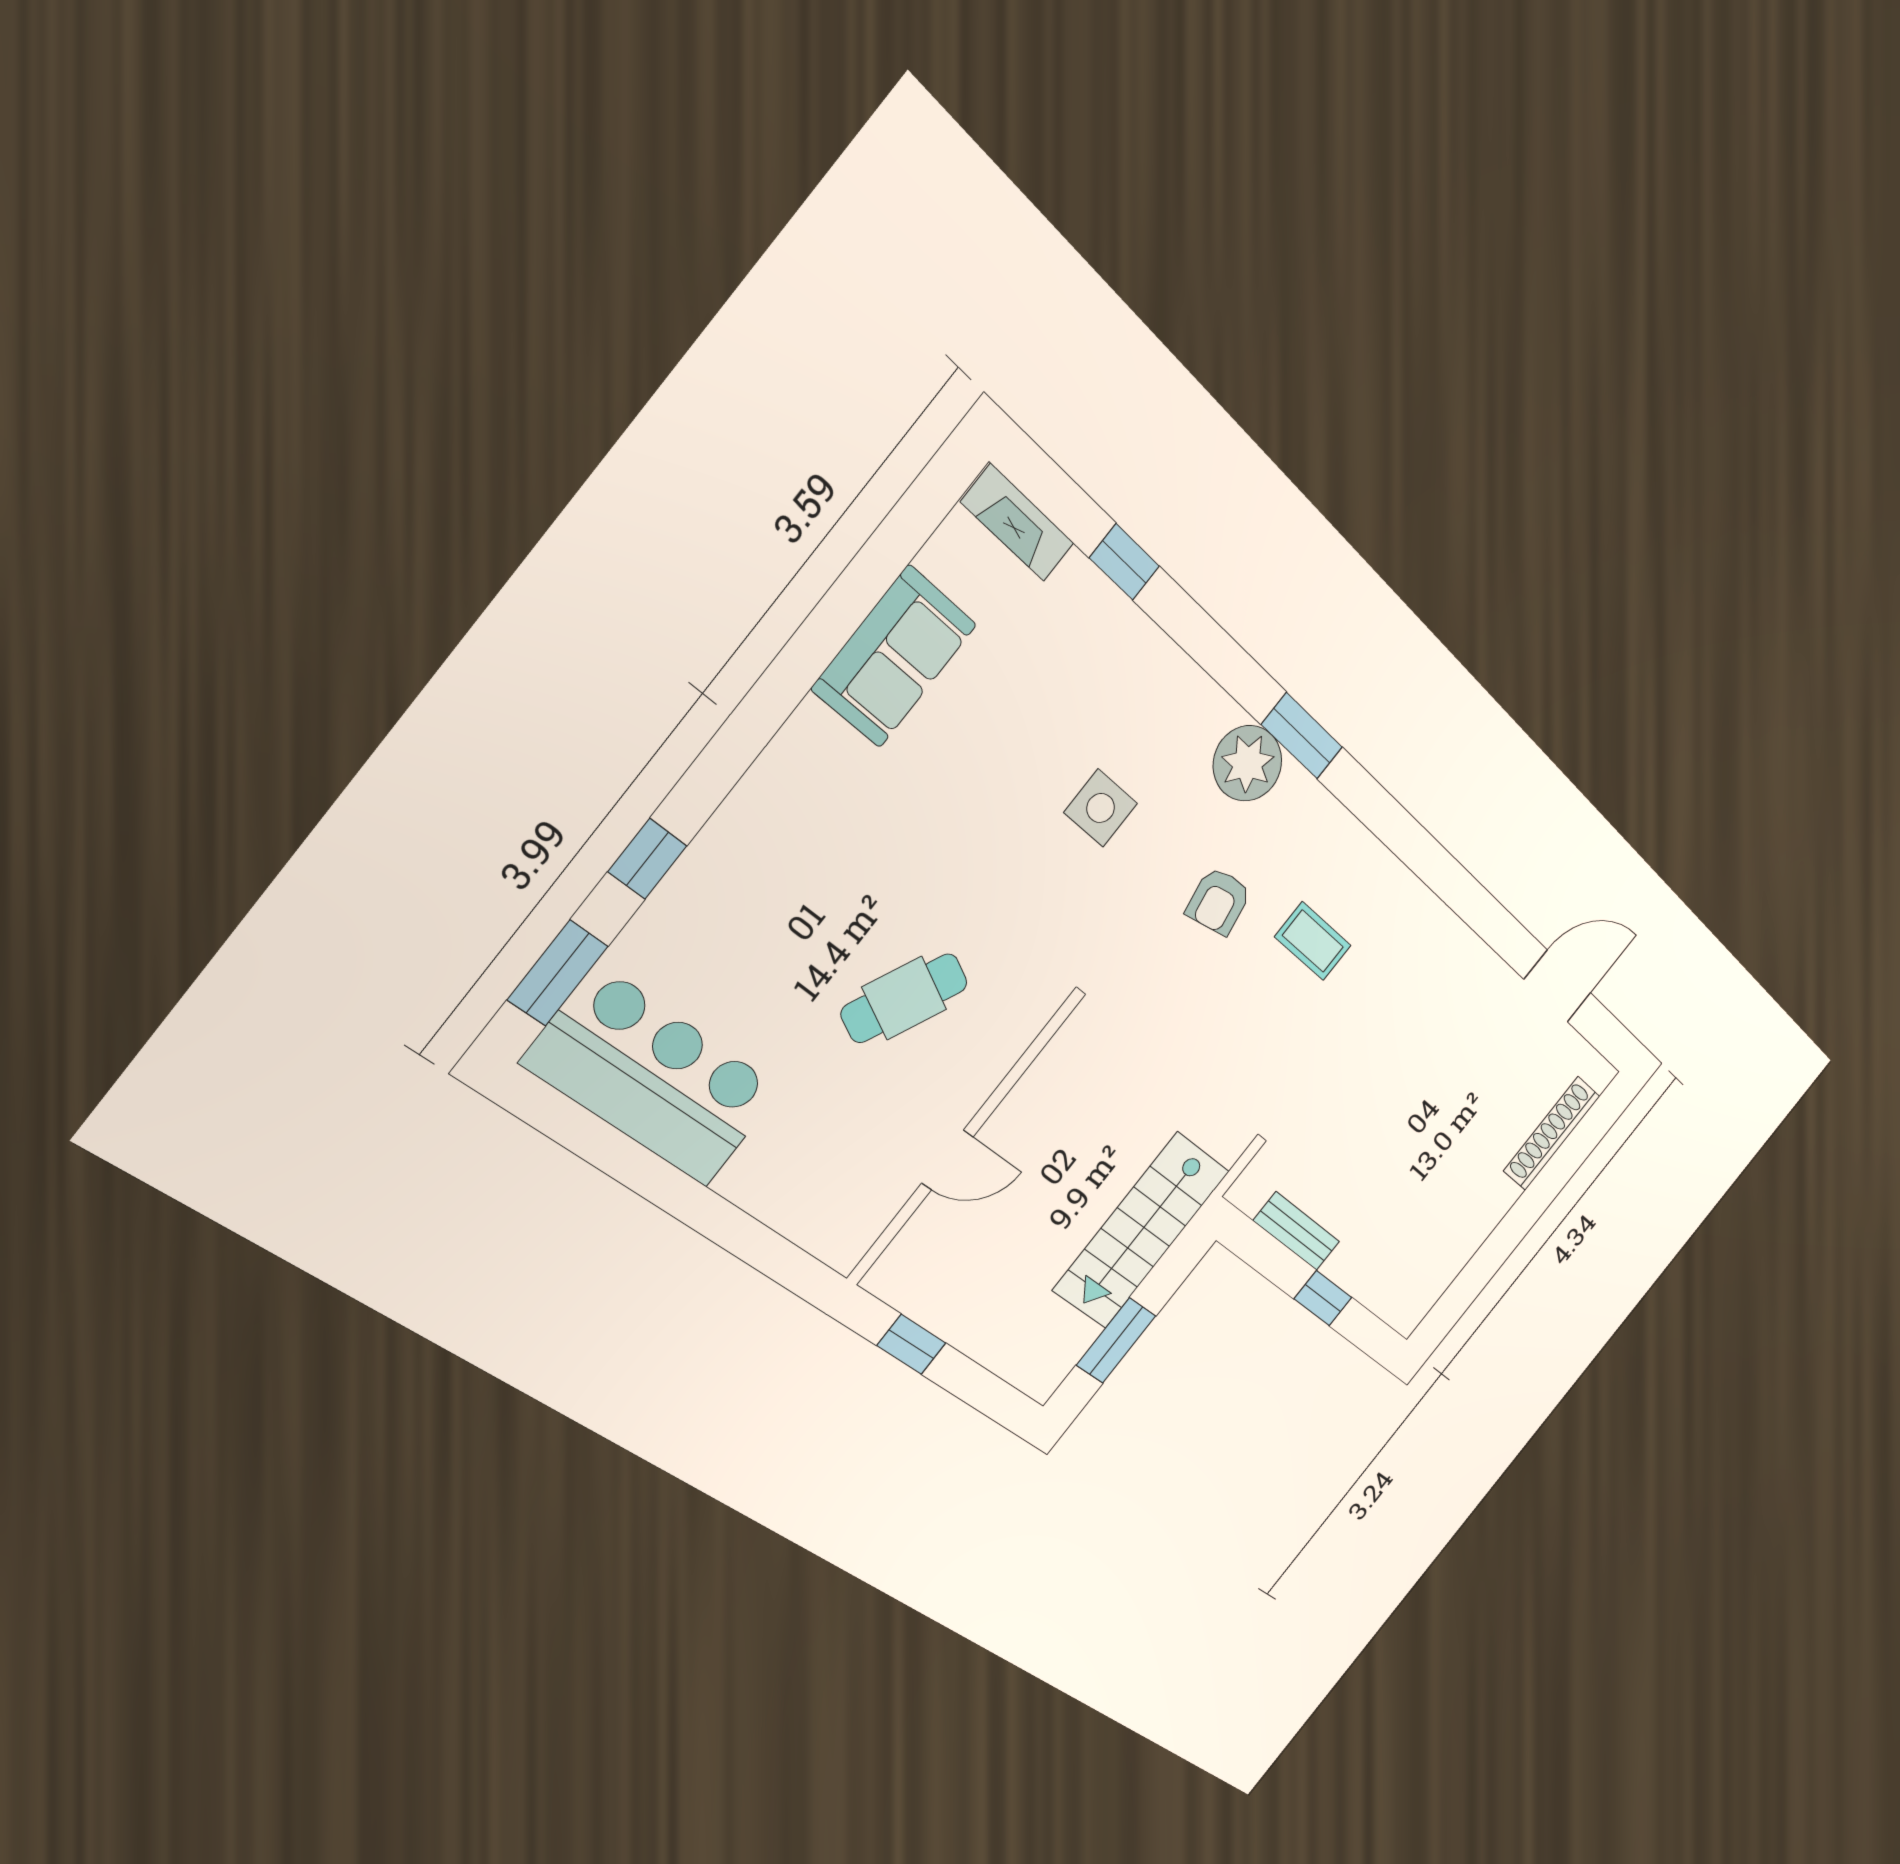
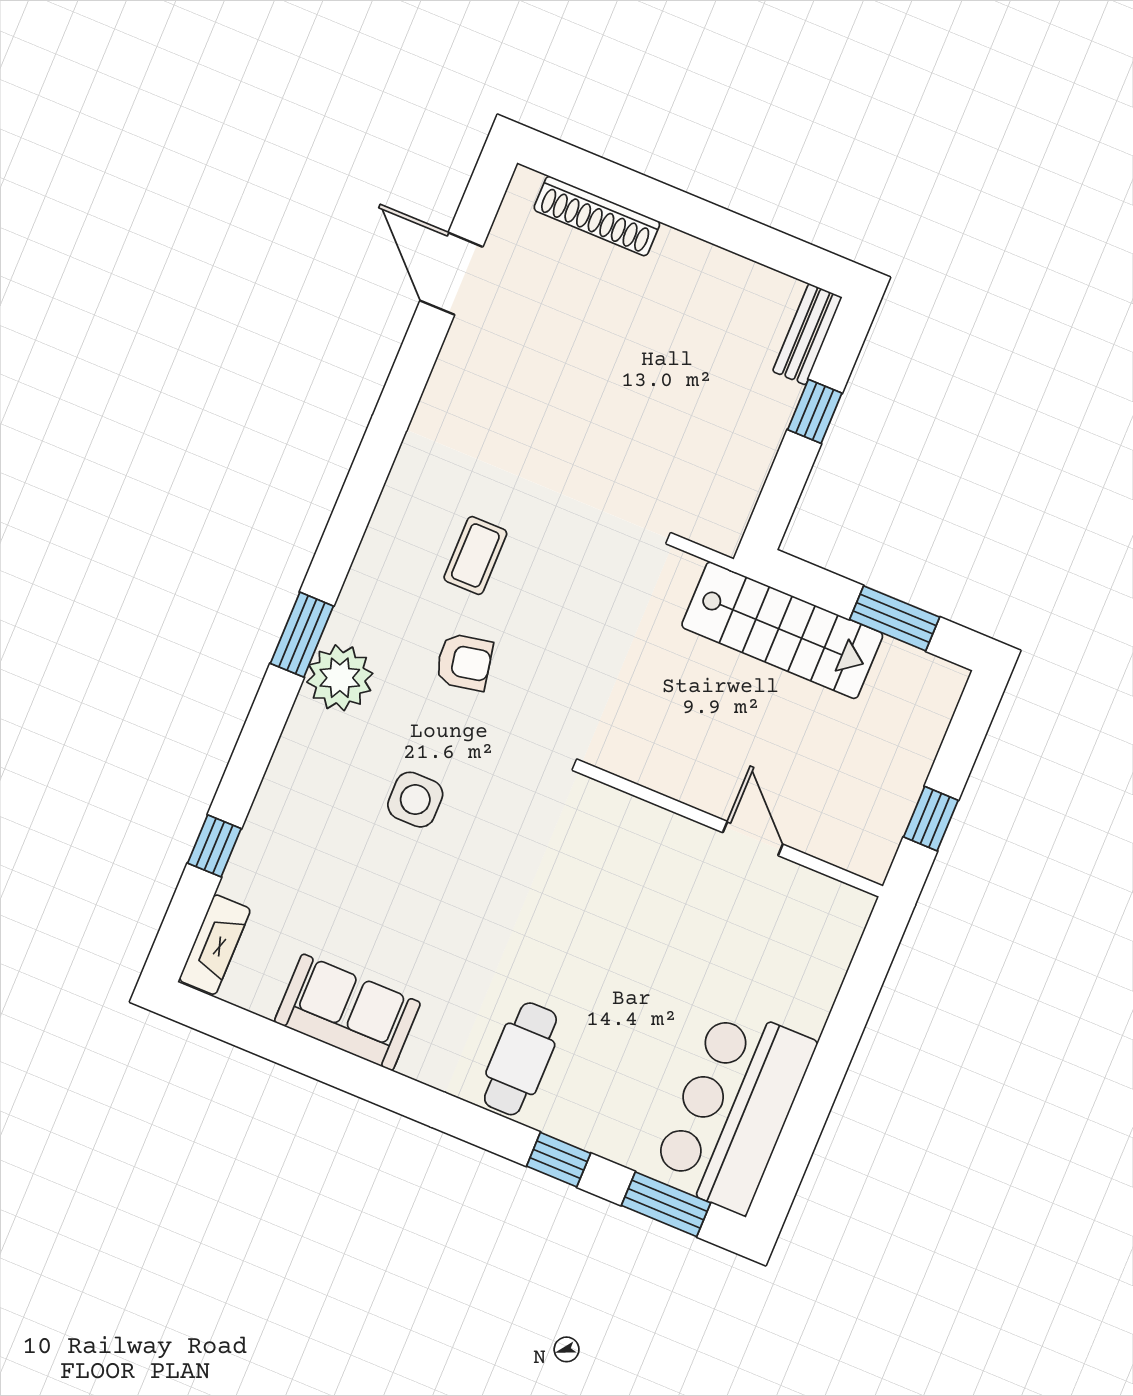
cafe table: (904, 998) -> (520, 1059), moved, turned 64
bench: (1296, 1231) -> (807, 334), moved

